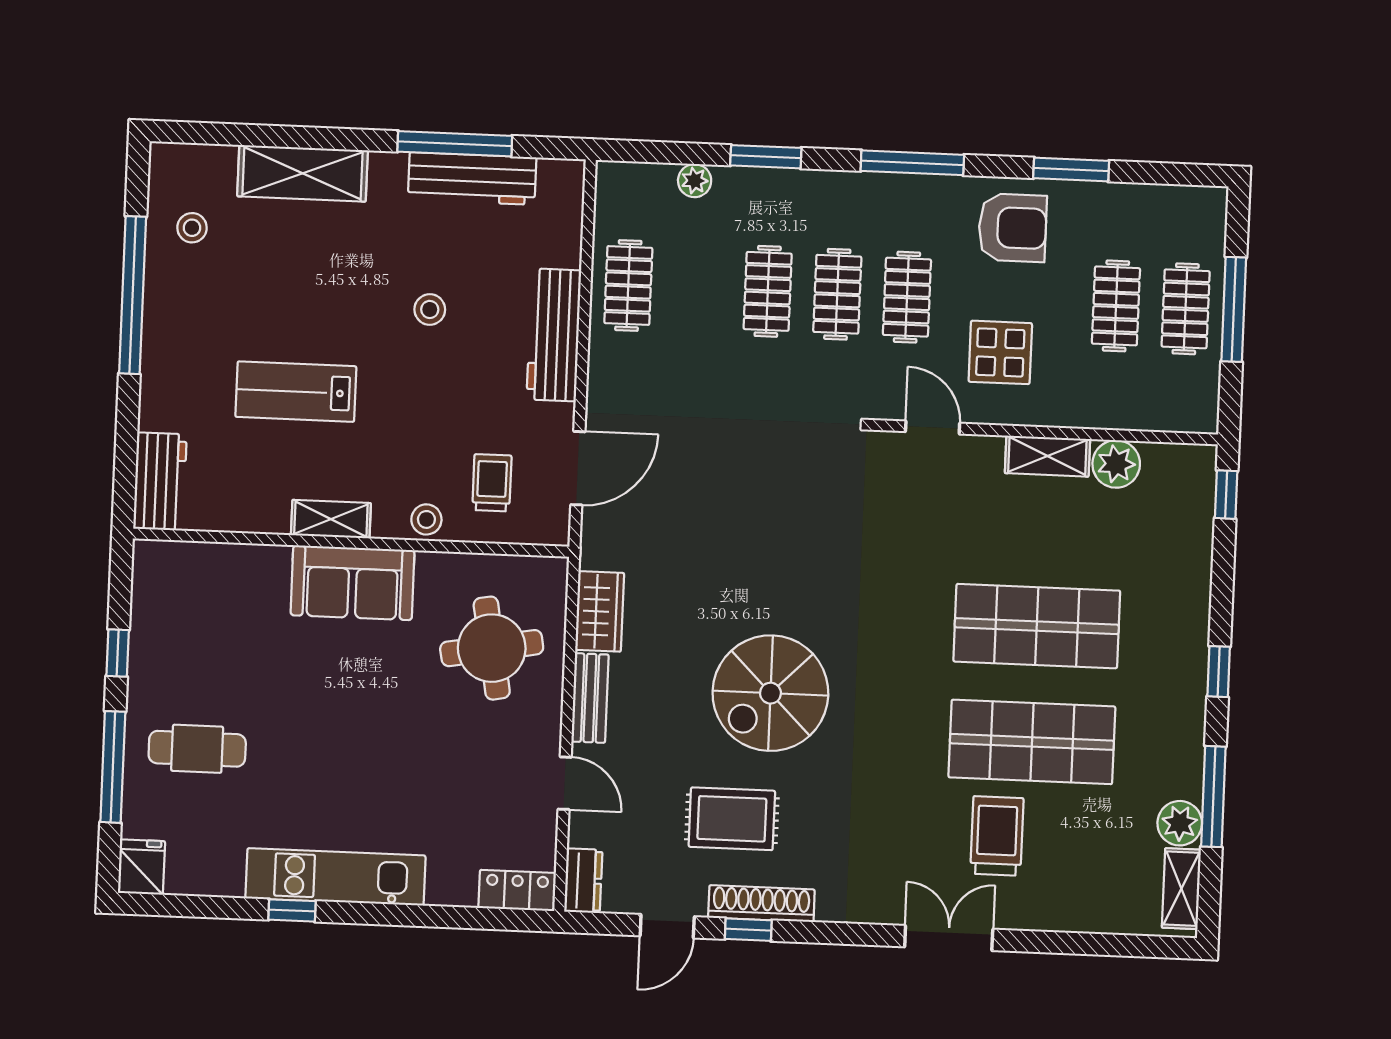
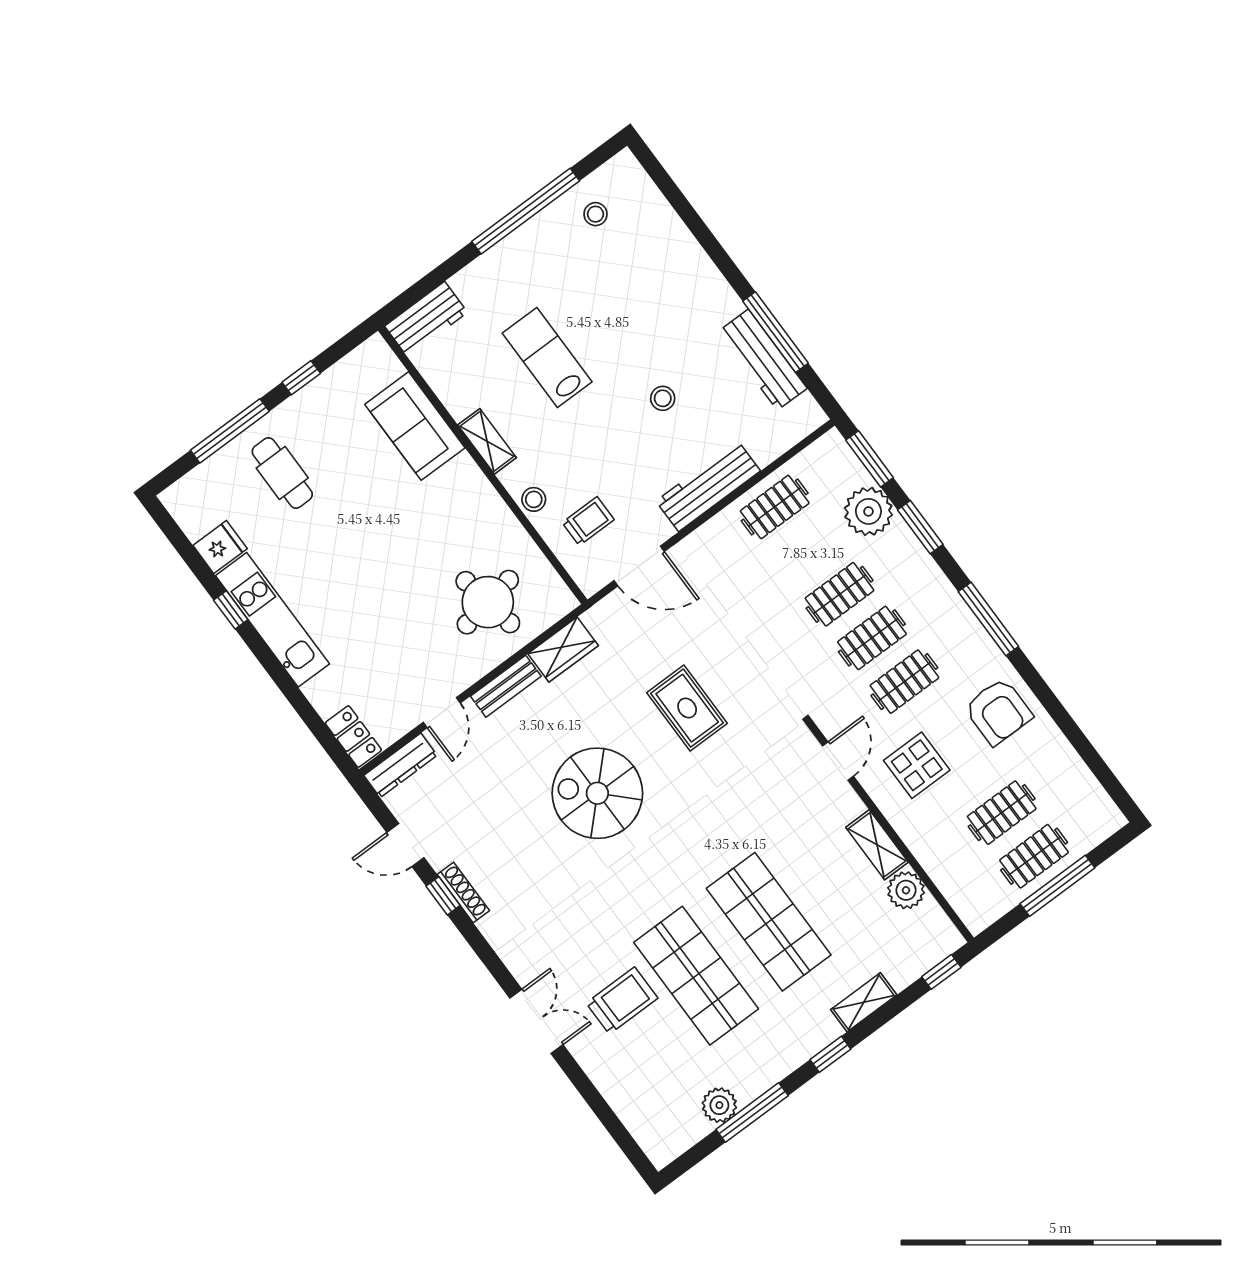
window: (1071, 170) -> (870, 459), moved
shelving: (303, 173) -> (683, 254), removed
plant: (695, 181) -> (868, 511), width x1.87, depth x1.87
sofa: (353, 583) -> (415, 426), moved
rug: (732, 819) -> (687, 708), moved
fridge: (141, 867) -> (220, 547), moved
dresser: (583, 881) -> (400, 765), width x1.44
shelving: (1181, 889) -> (864, 1002), moved
shoe rack: (761, 904) -> (463, 892), width x0.74, depth x0.81

